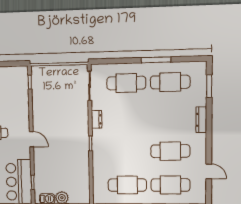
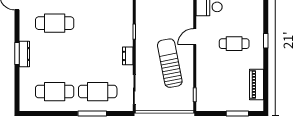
window: (156, 60) -> (92, 114), moved
window: (209, 86) -> (17, 53), moved
sun lounger: (55, 113) -> (170, 63), added
door: (31, 139) -> (195, 37), hinge flipped

